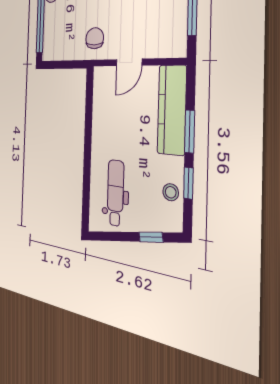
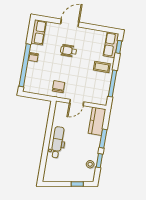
kitchen counter: (172, 110) -> (97, 121), width x0.67
dental chair: (115, 193) -> (57, 142), moved

